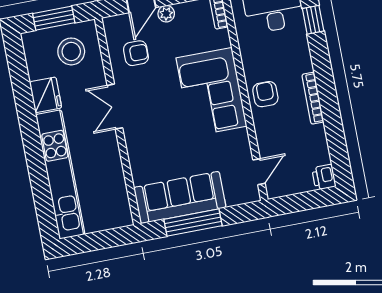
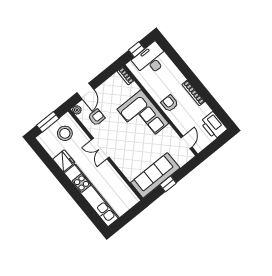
plant: (166, 14) -> (77, 110), moved
window: (313, 20) -> (173, 55), removed
printer: (324, 177) -> (214, 126), width x1.87, depth x1.48
window: (193, 222) -> (168, 184), width x0.46

